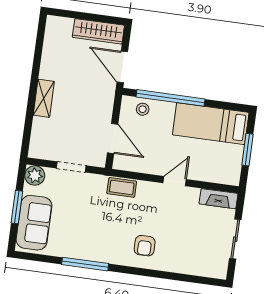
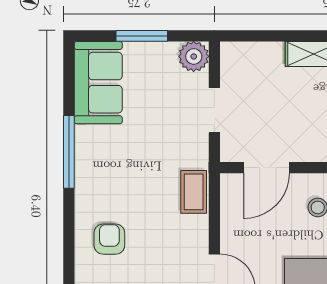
sofa: (34, 223) -> (98, 83), moved, turned -90
armchair: (145, 246) -> (109, 239), turned 90

